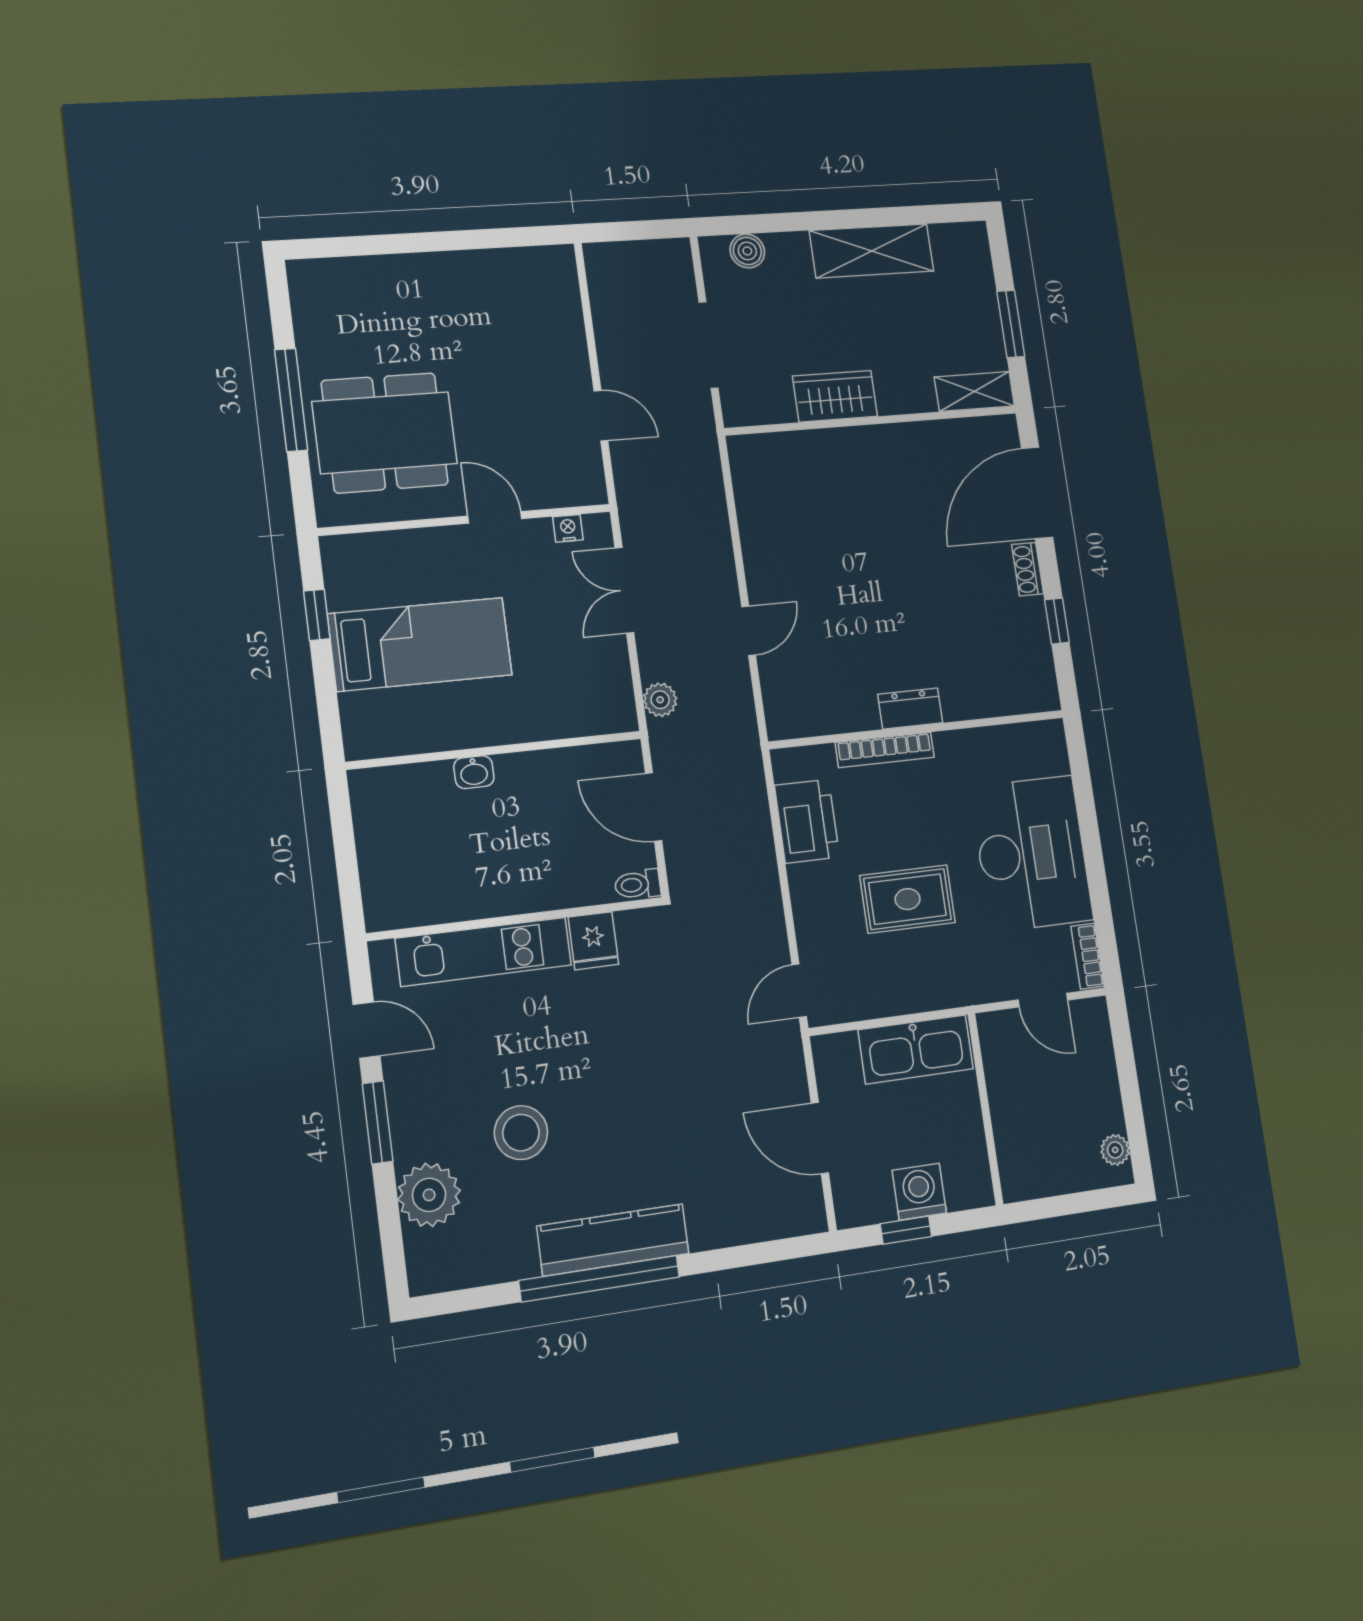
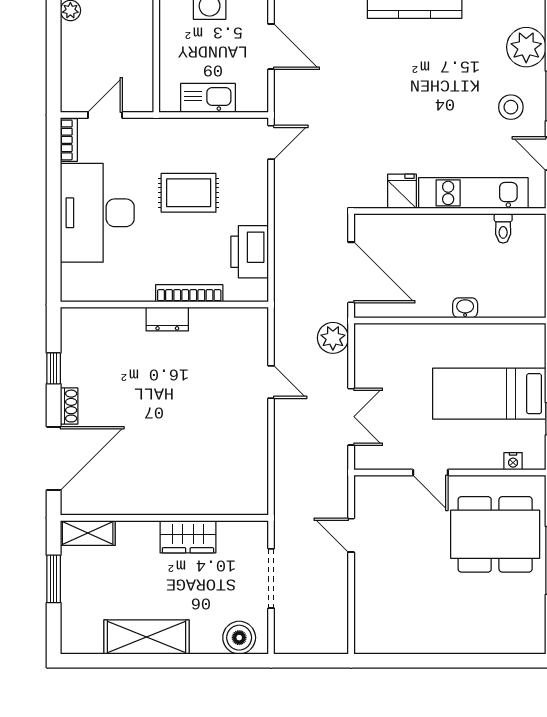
boiler: (747, 251) -> (239, 638), width x1.36, depth x1.36
nightstand: (568, 528) -> (513, 461), moved
door: (749, 631) -> (271, 382), swing flipped
plant: (660, 700) -> (333, 338), width x1.38, depth x1.38
door: (654, 807) -> (351, 272), width x1.36
toilet: (638, 884) -> (503, 228), moved, turned 90
door: (1043, 1000) -> (105, 115), hinge flipped
kitchen sink: (916, 1049) -> (208, 98), width x0.73, depth x0.81
stool: (521, 1133) -> (511, 107), moved, width x0.73, depth x0.73

